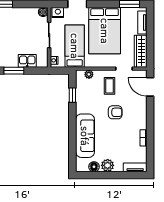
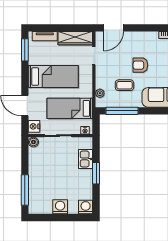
bed: (105, 31) -> (53, 77), width x0.67
coffee table: (110, 86) -> (124, 85), moved
window: (72, 95) -> (122, 111), width x2.17
armchair: (115, 112) -> (140, 65), turned -90

